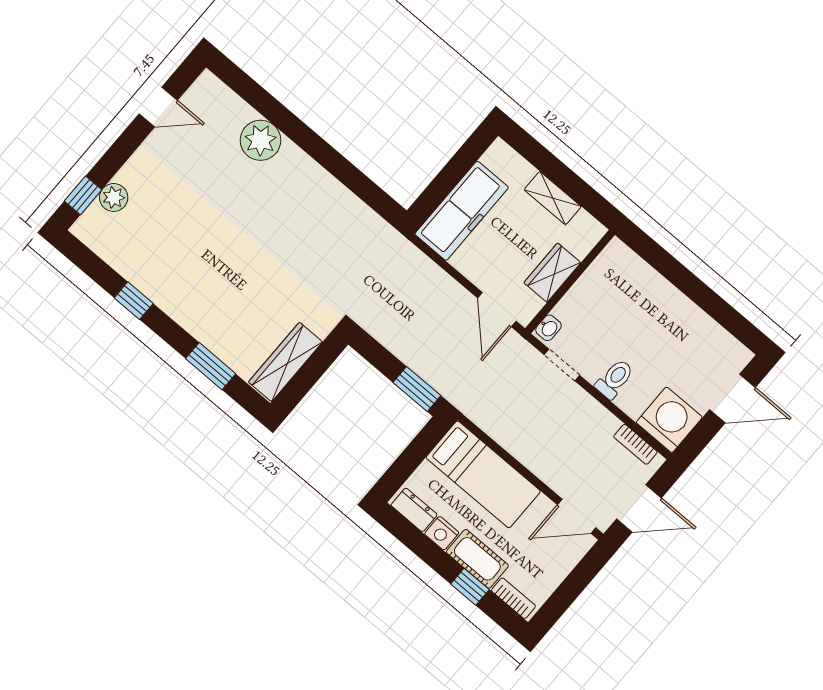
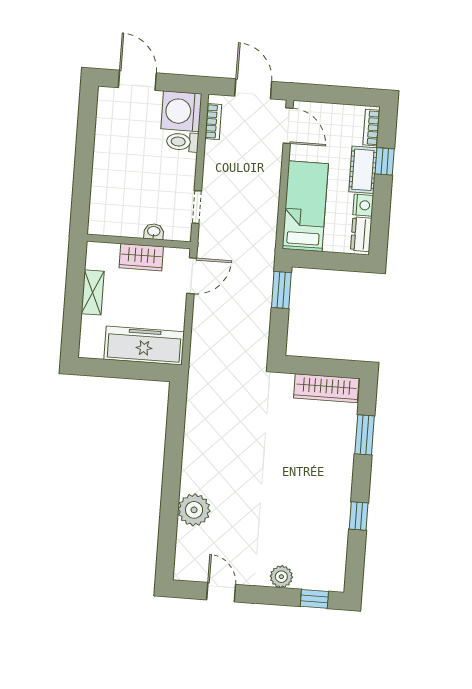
plant: (114, 198) -> (281, 577), moved
washbasin: (548, 328) -> (154, 232), moved
toilet: (615, 379) -> (183, 142), moved

